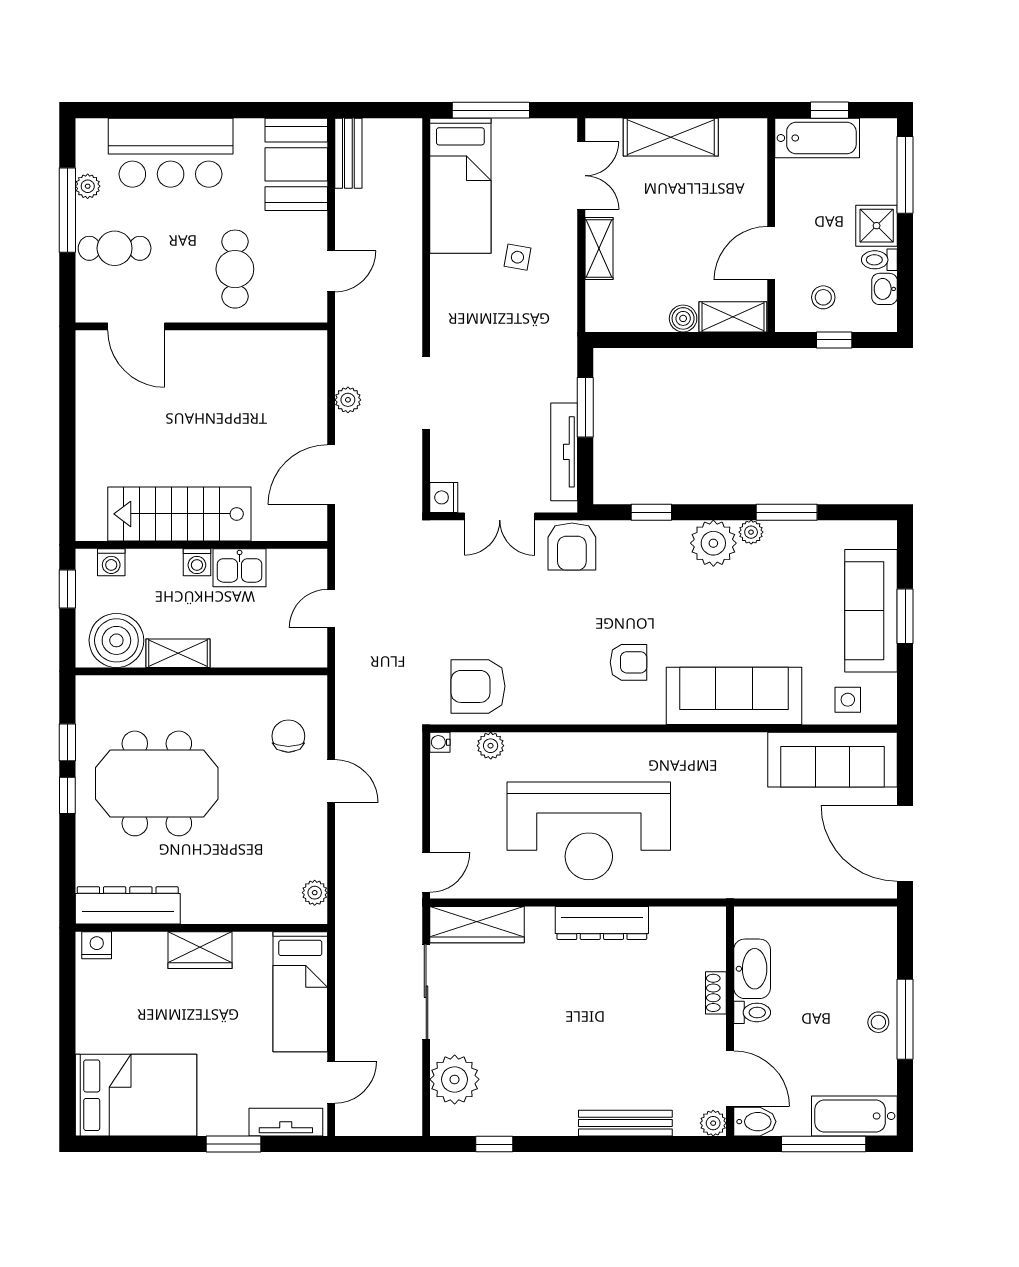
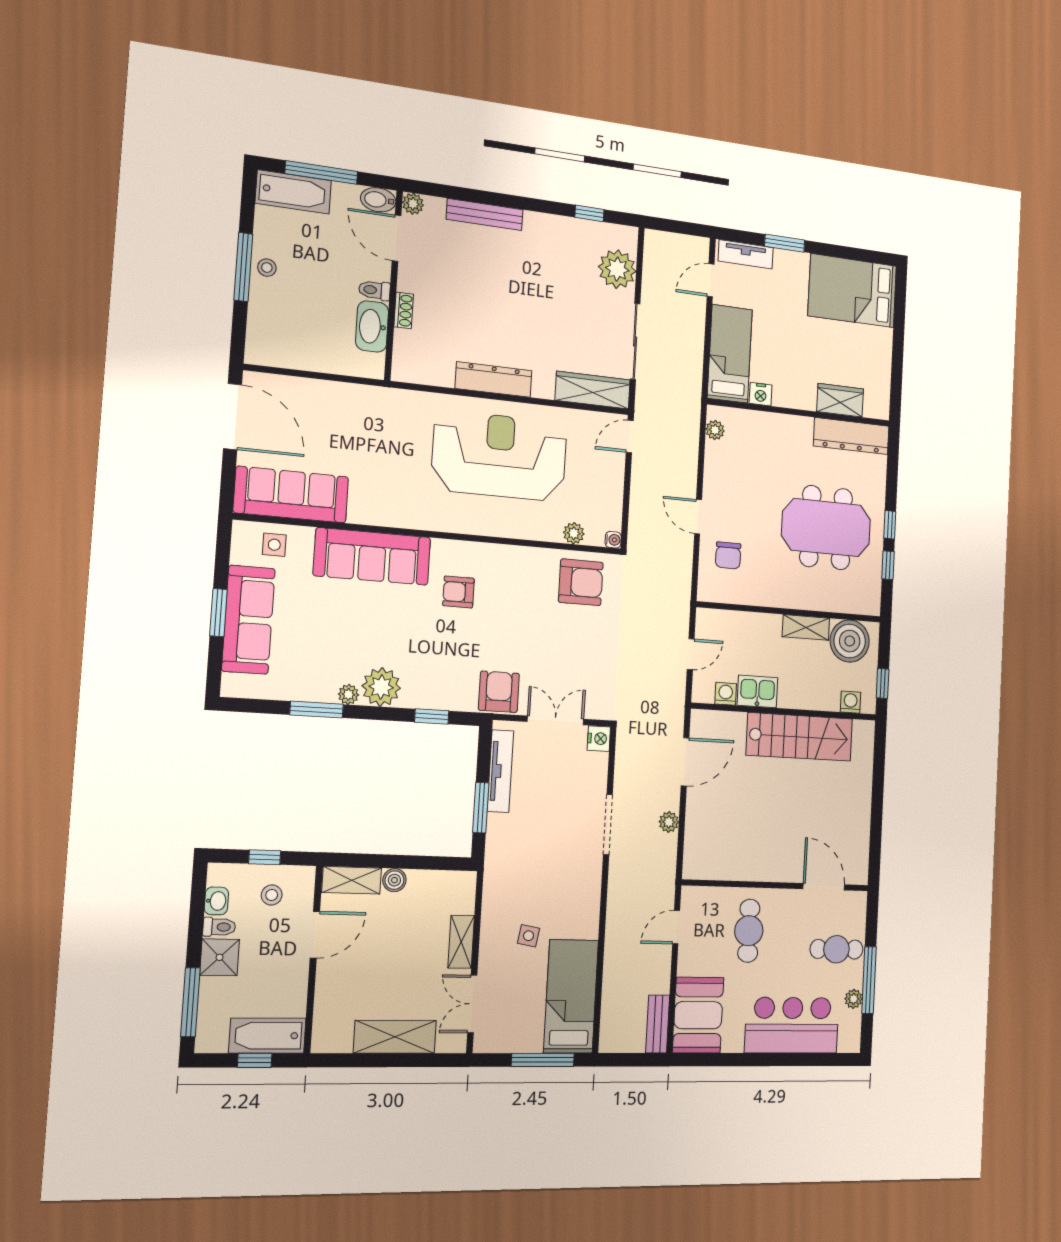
washing machine: (197, 562) -> (726, 694), moved
nightstand: (97, 945) -> (761, 394), moved
wardrobe: (200, 950) -> (840, 400), moved

